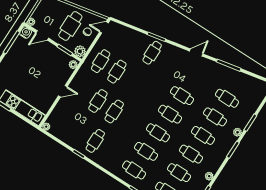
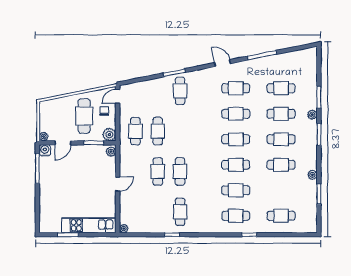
door: (196, 52) -> (223, 63), hinge flipped
cafe table: (179, 173) -> (236, 88), moved

